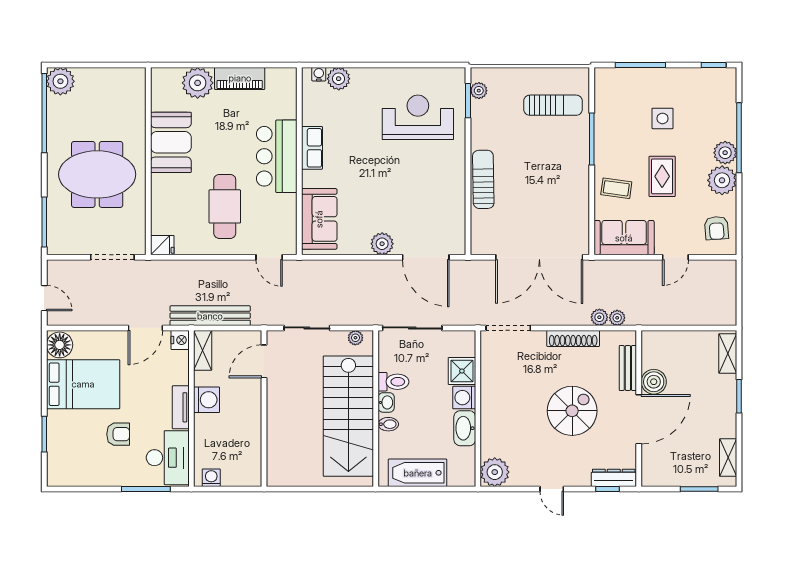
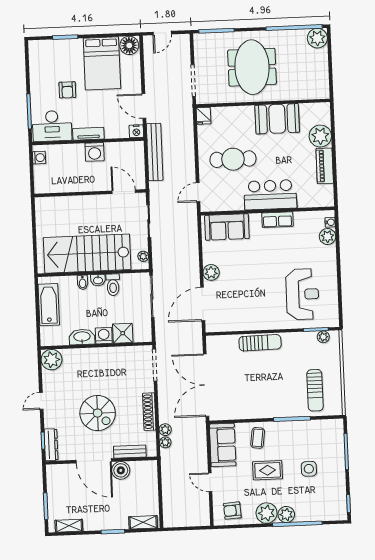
shelving: (203, 350) -> (130, 148), removed

